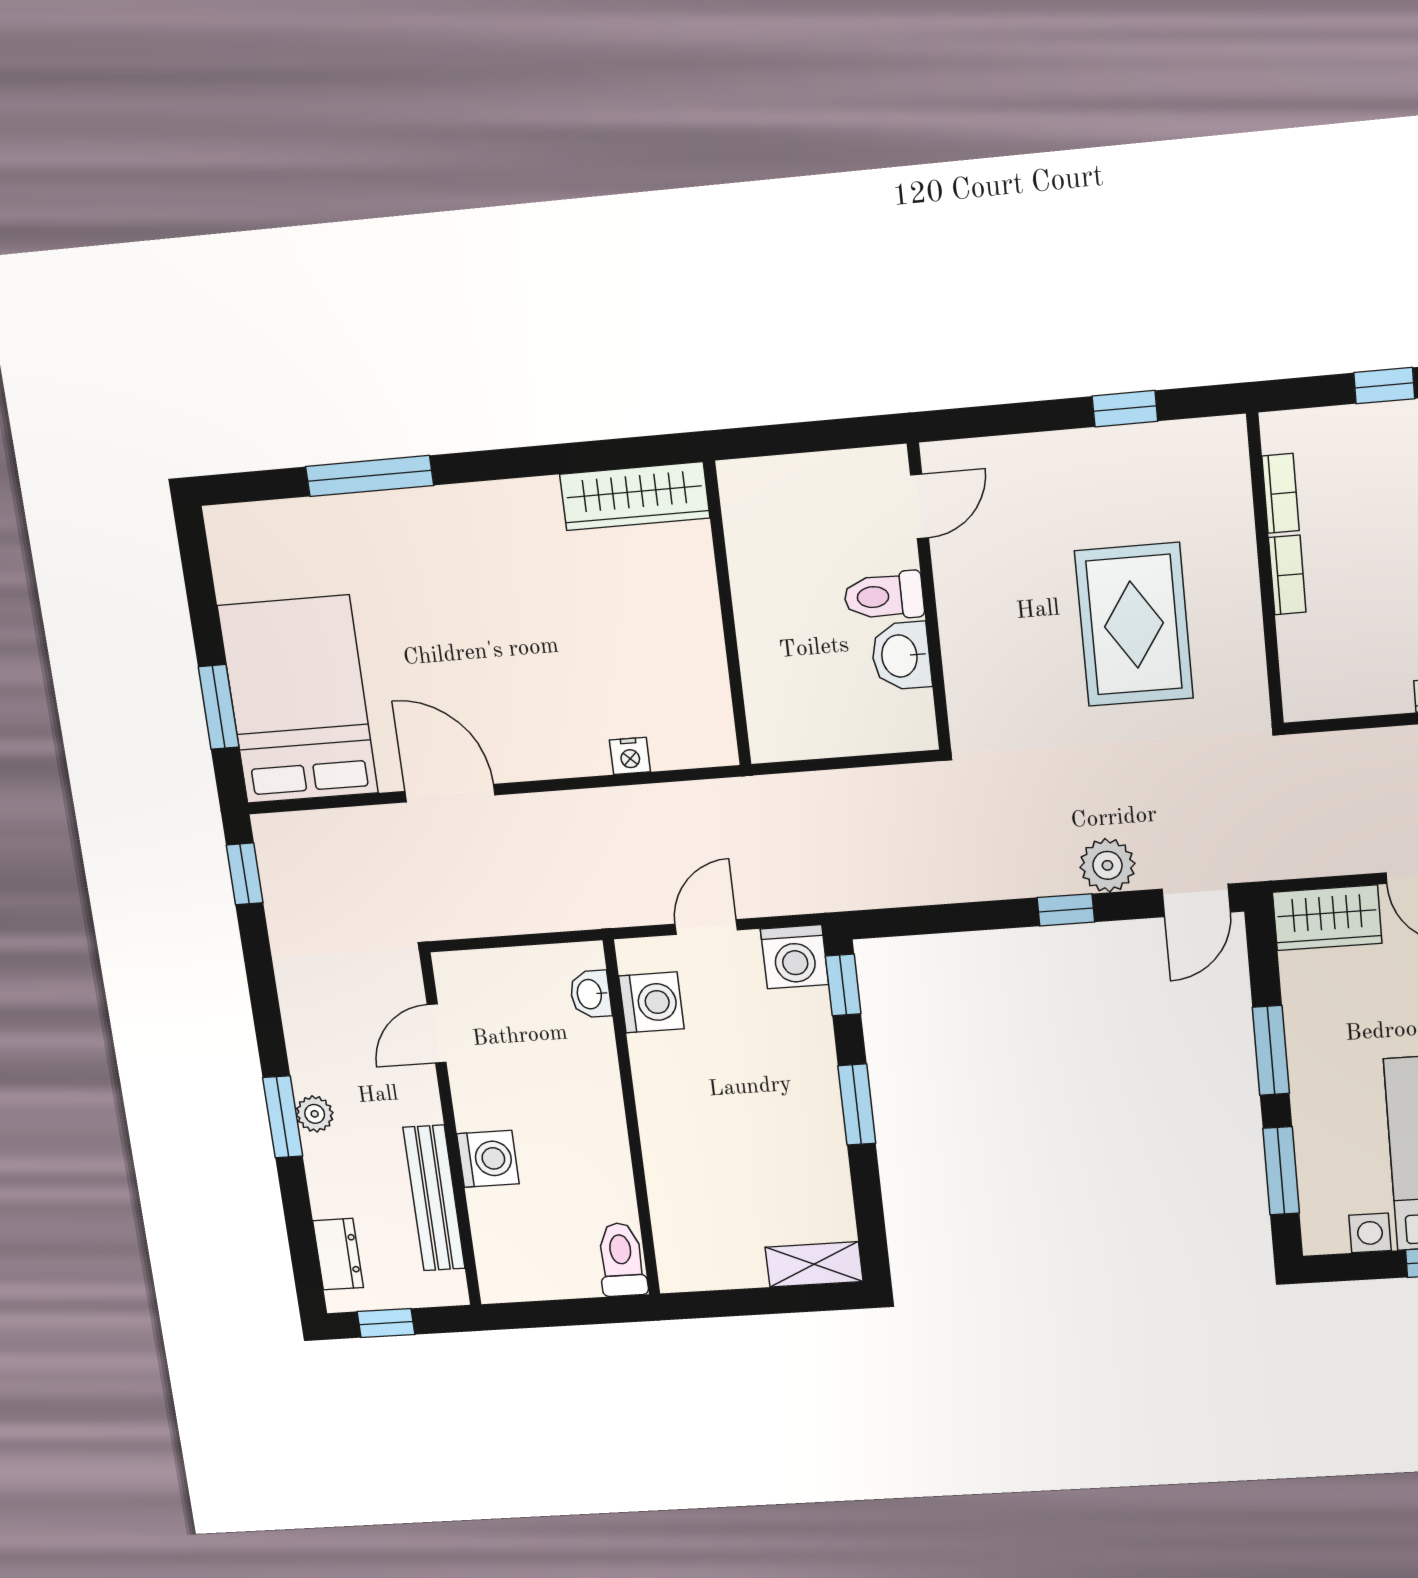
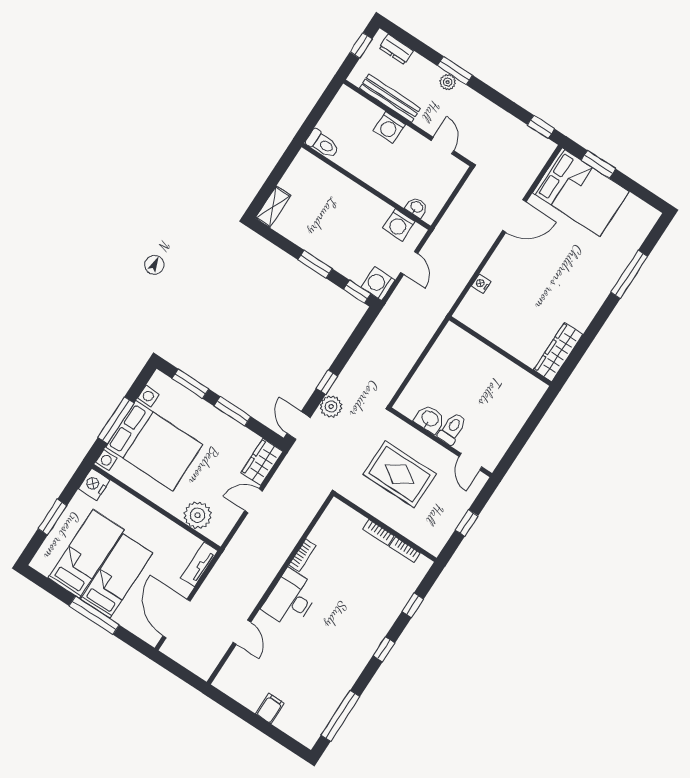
door: (919, 506) -> (470, 462), moved
toilet: (884, 596) -> (452, 429), moved
wall: (929, 598) -> (441, 442), moved
washbasin: (901, 656) -> (430, 419), moved

